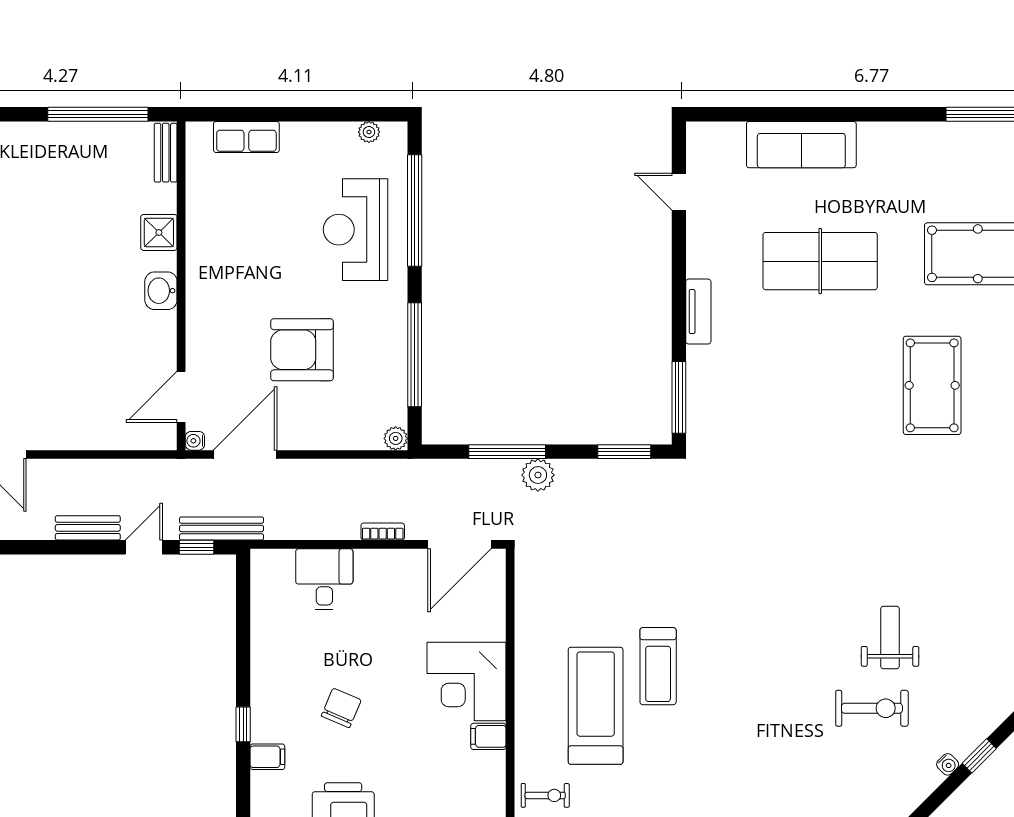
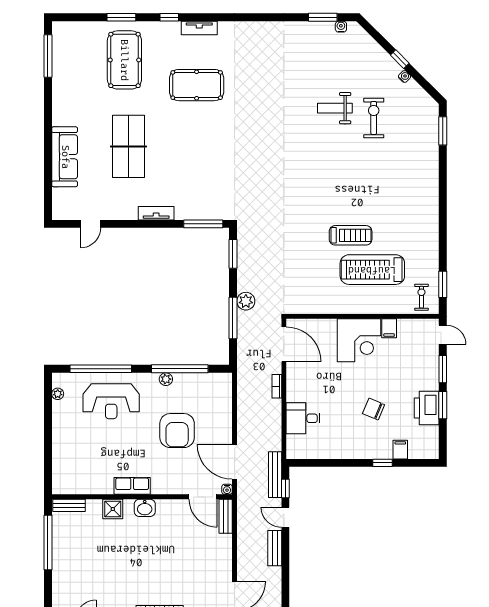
row of seats: (246, 137) -> (132, 486), moved, turned -90
bench: (146, 438) -> (226, 516), added
plant: (396, 438) -> (166, 379), moved

